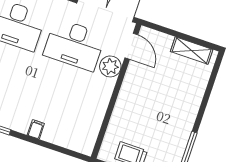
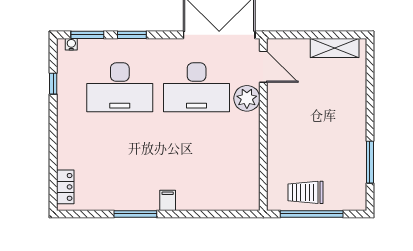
filing cabinet: (36, 129) -> (168, 200), moved

